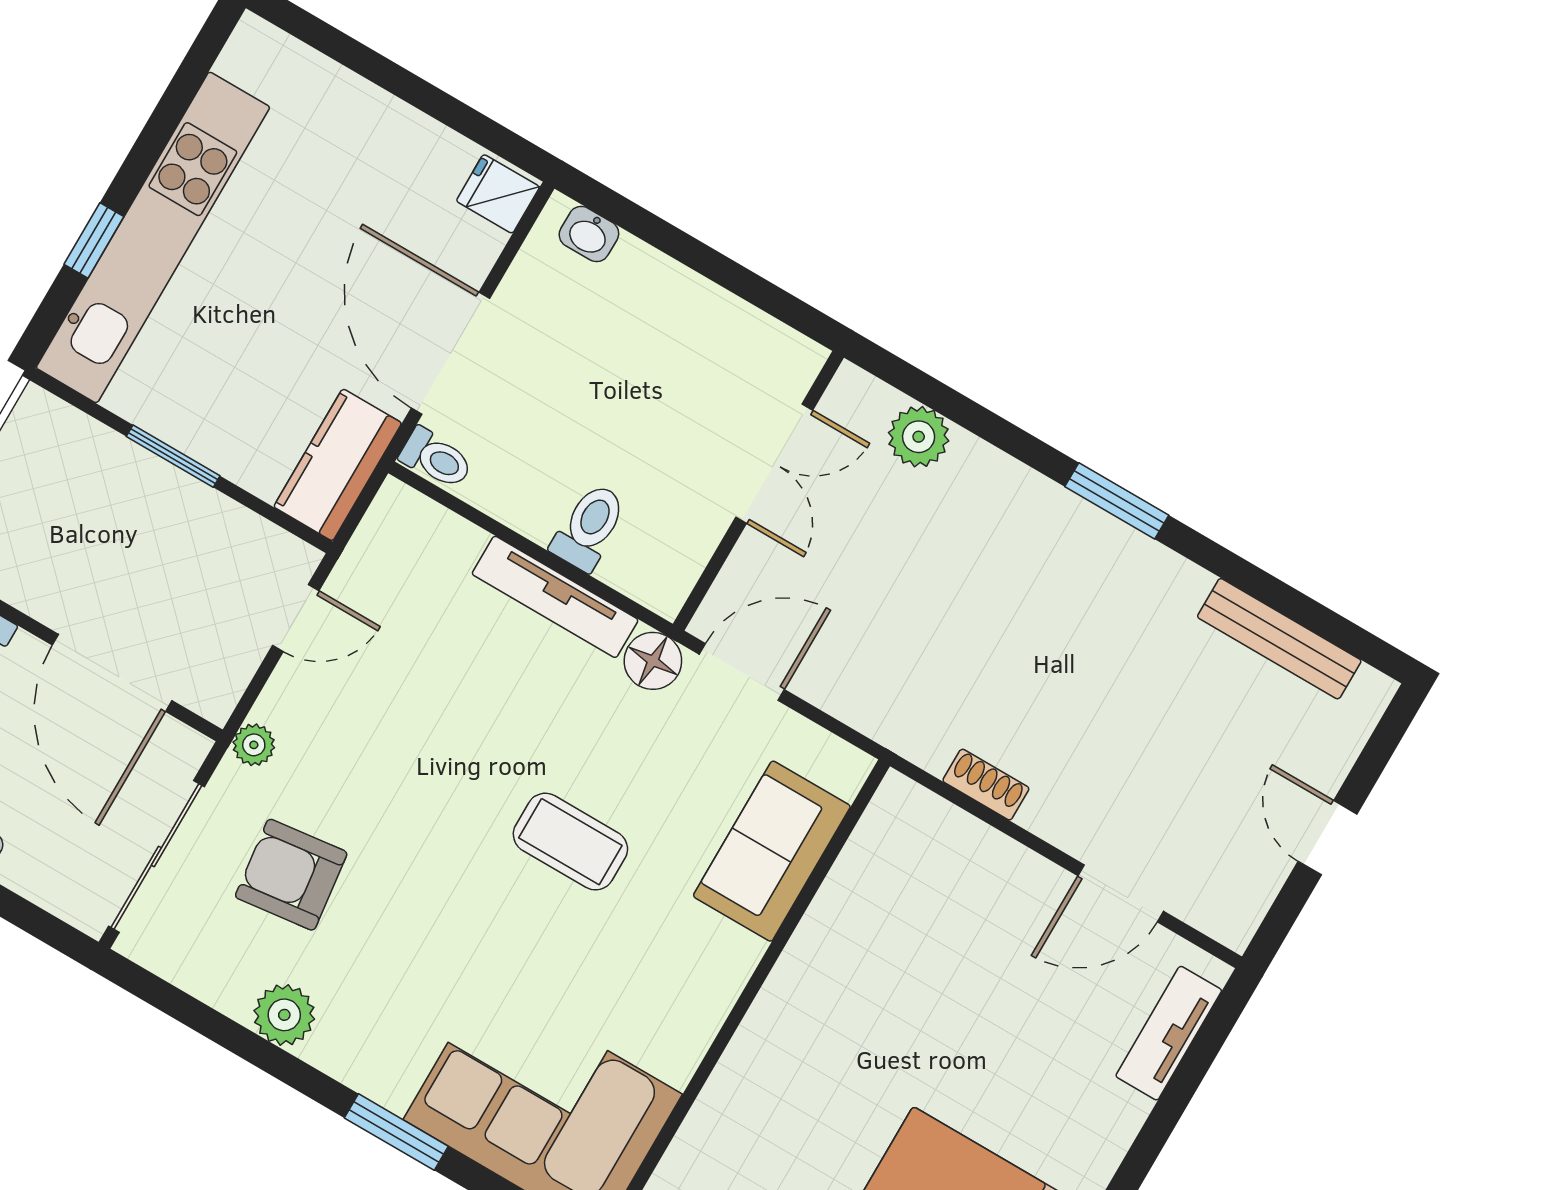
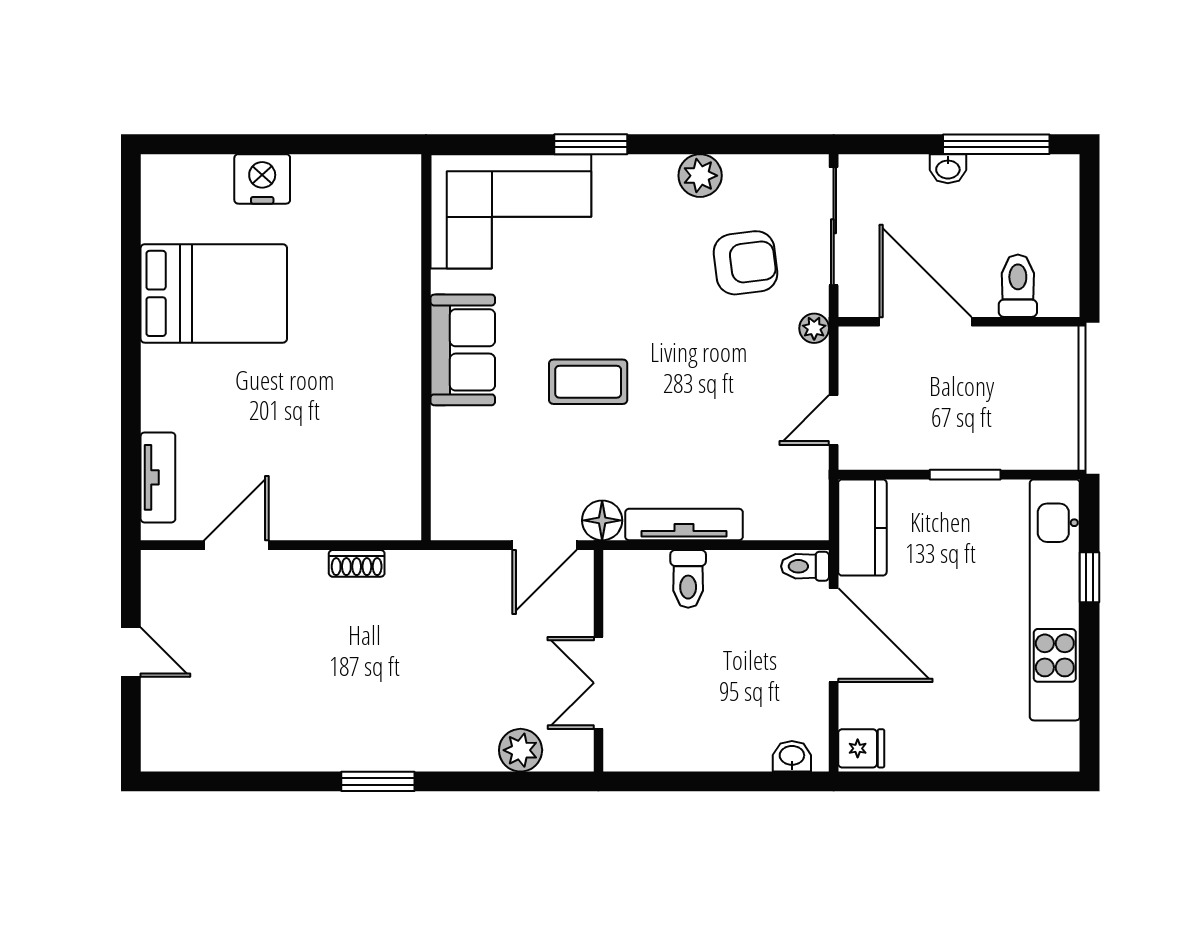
bench: (1279, 639) -> (231, 755), removed
sofa: (772, 851) -> (463, 350), moved

